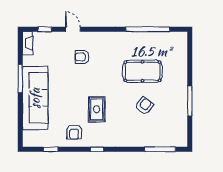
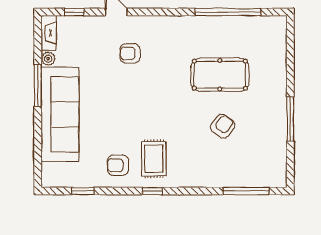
plant: (27, 61) -> (48, 59), added
rug: (97, 109) -> (154, 159), moved
armchair: (74, 132) -> (118, 165), turned 90

